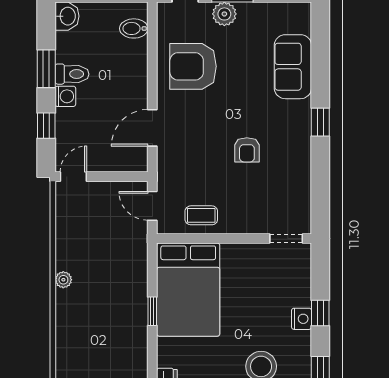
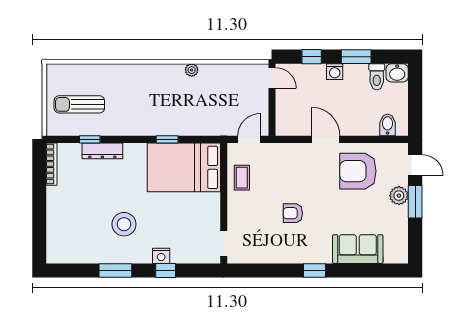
armchair: (193, 66) -> (358, 171), turned -90
toilet: (72, 74) -> (377, 77), moved
door: (152, 128) -> (326, 139), moved

